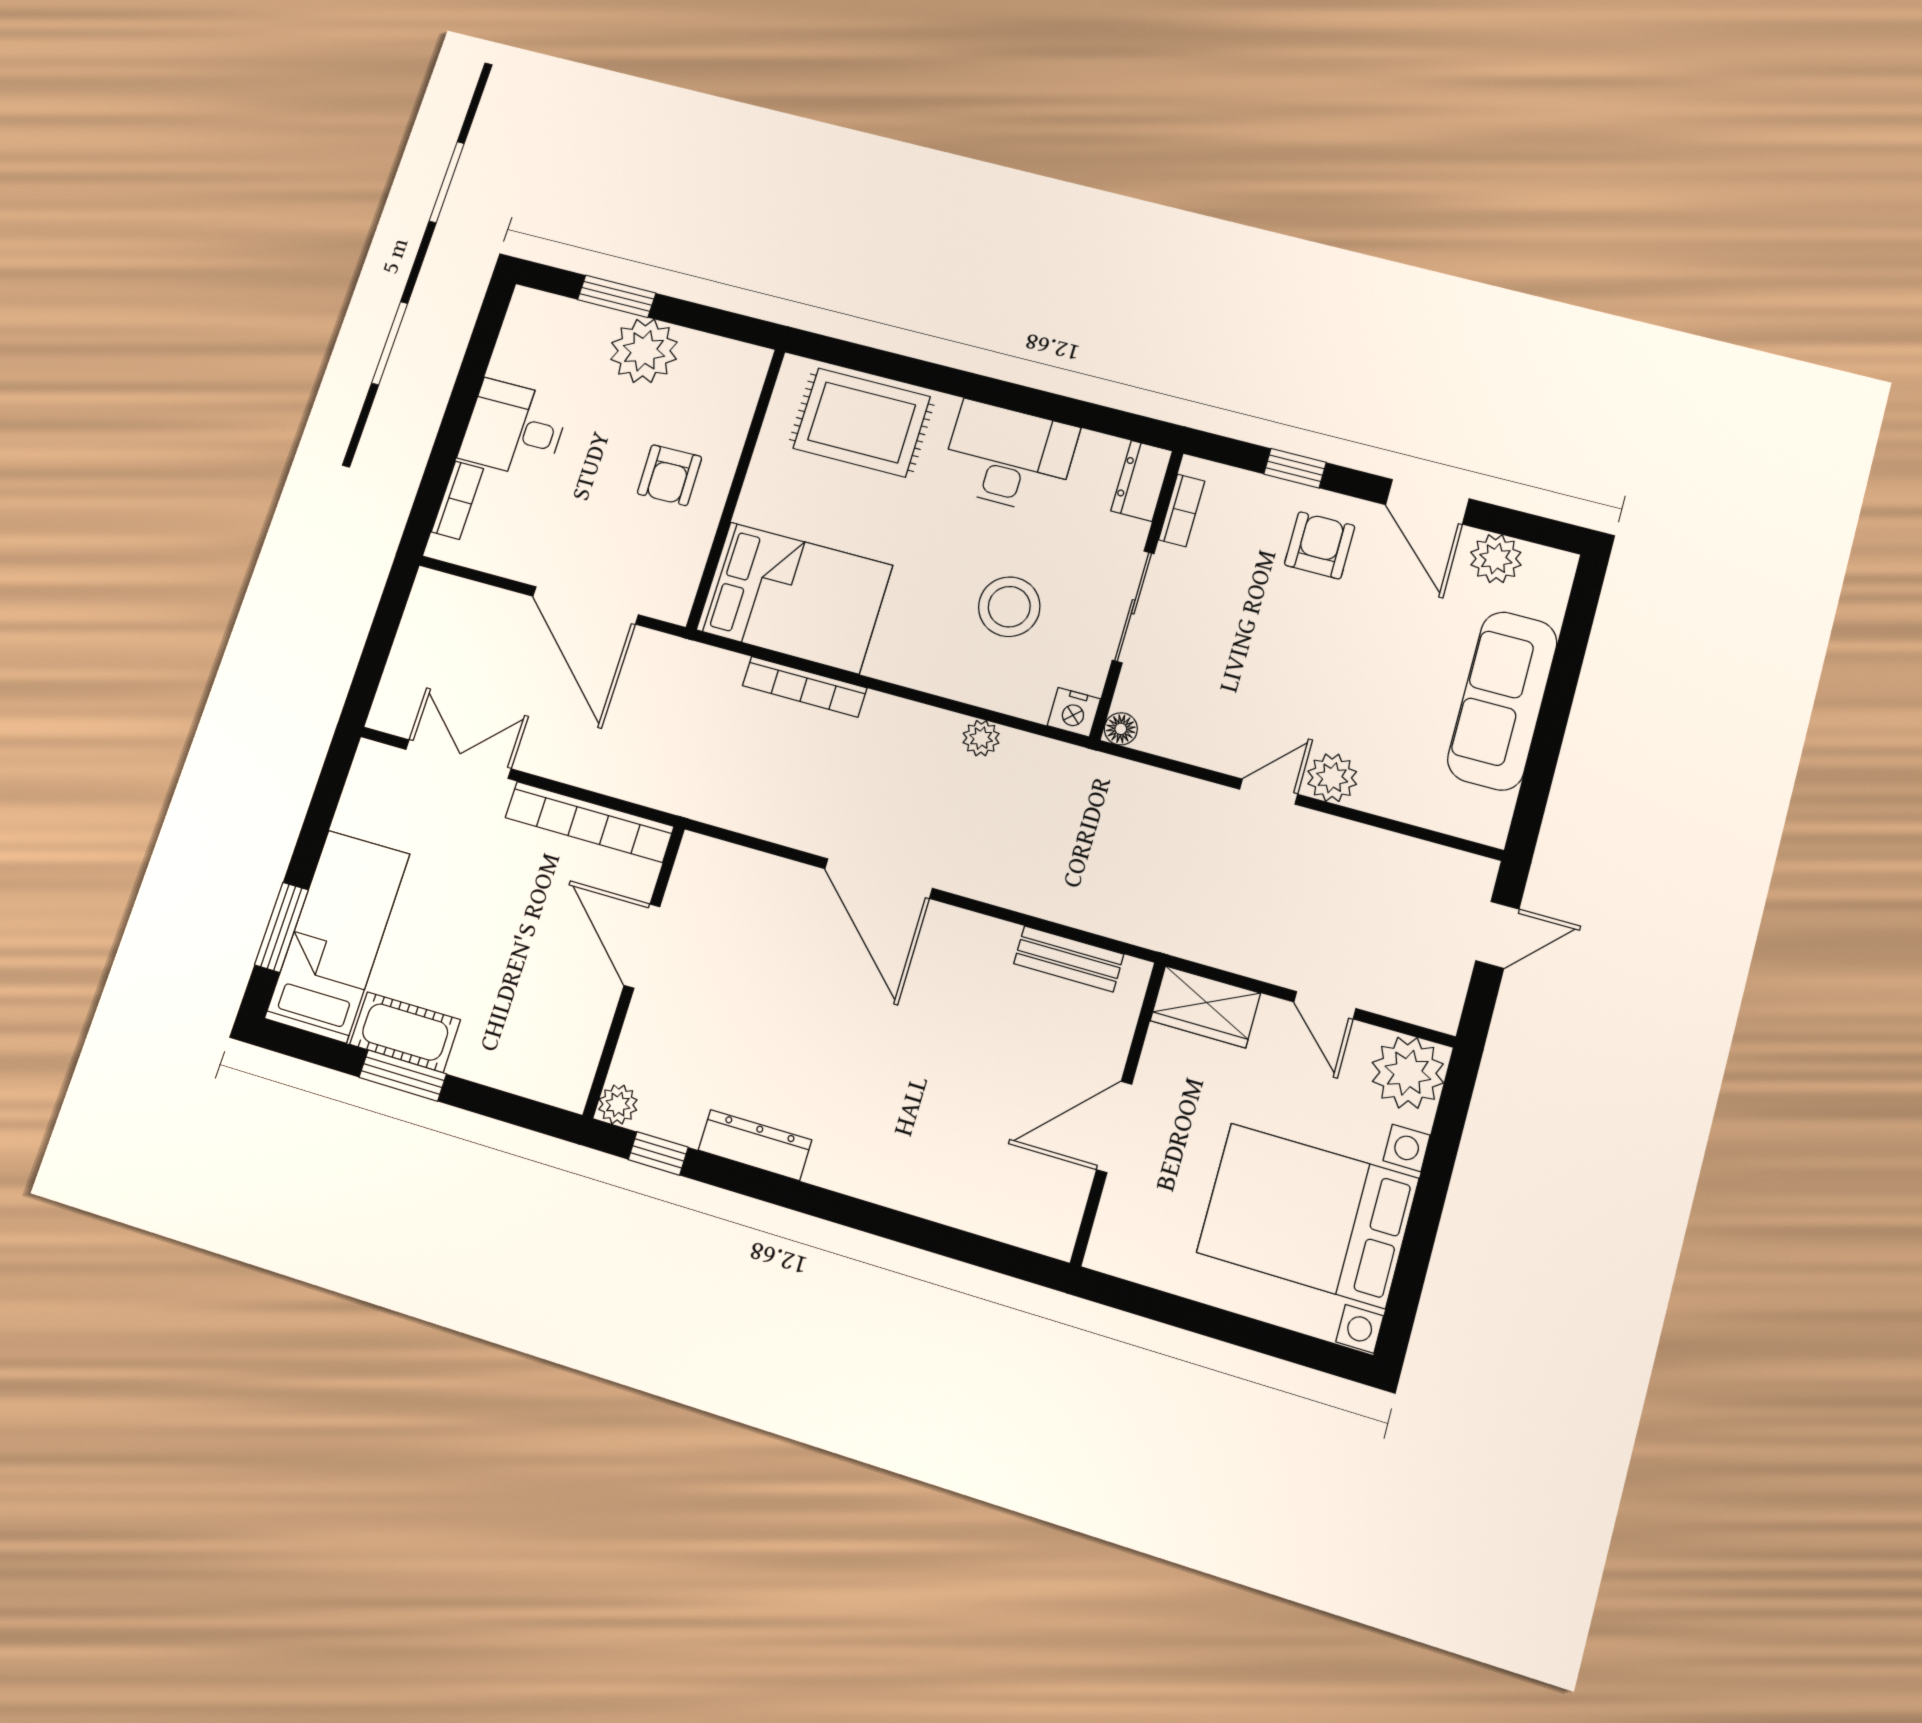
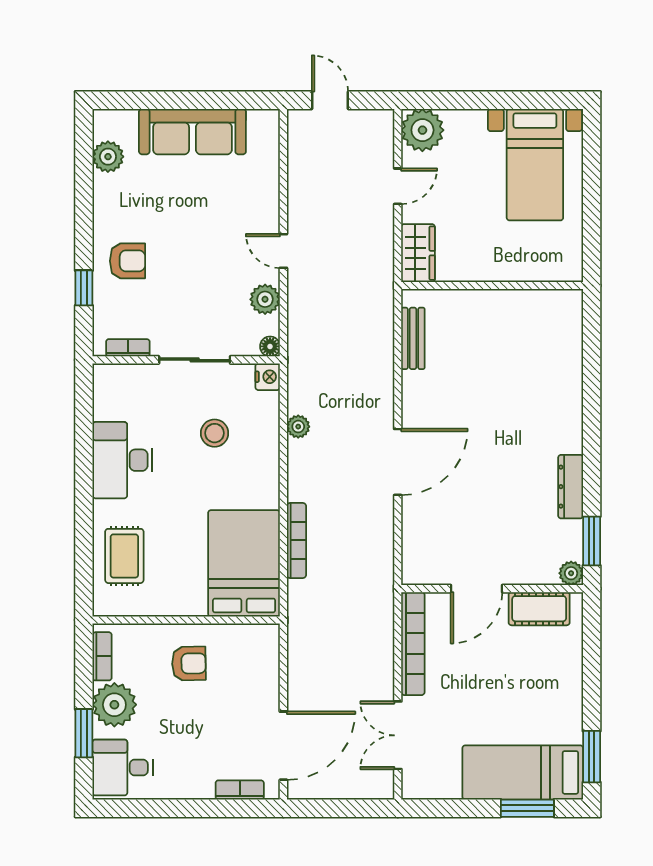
bookcase: (721, 351) -> (102, 656), added
rug: (862, 422) -> (124, 556), width x0.73, depth x0.70
desk: (514, 429) -> (123, 768), moved, turned 90
dresser: (1142, 481) -> (116, 377), removed
door: (1427, 502) -> (84, 205), removed
armchair: (1320, 545) -> (127, 261), turned 180
door: (586, 605) -> (283, 746), moved
stool: (1009, 607) -> (215, 433), width x0.73, depth x0.73
plant: (1332, 778) -> (265, 299), moved
cot: (405, 1032) -> (539, 609), moved, turned 90
window: (403, 1076) -> (592, 757), moved
door: (1114, 1127) -> (501, 286), removed
window: (658, 1153) -> (592, 541), width x1.50
bed with nightstands: (1308, 1215) -> (535, 165), width x0.73

